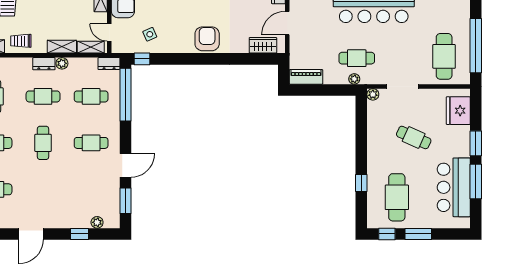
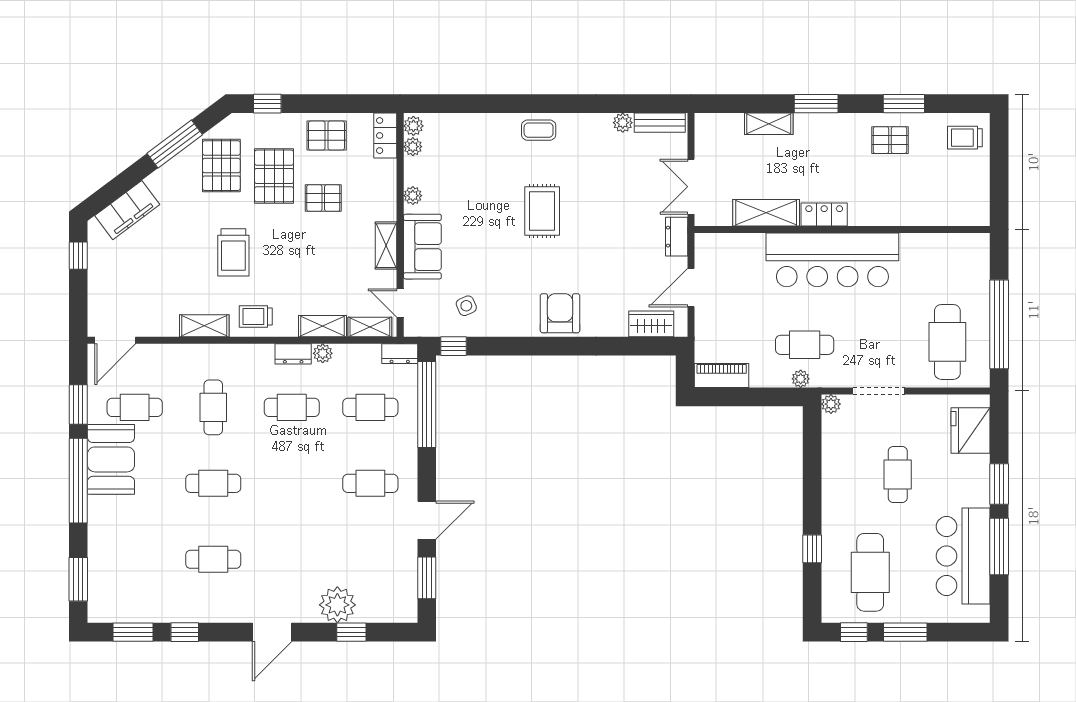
cafe table: (414, 137) -> (898, 474), turned 66
cafe table: (43, 143) -> (292, 483), removed
plant: (97, 222) -> (337, 605), moved, width x1.88, depth x1.88

